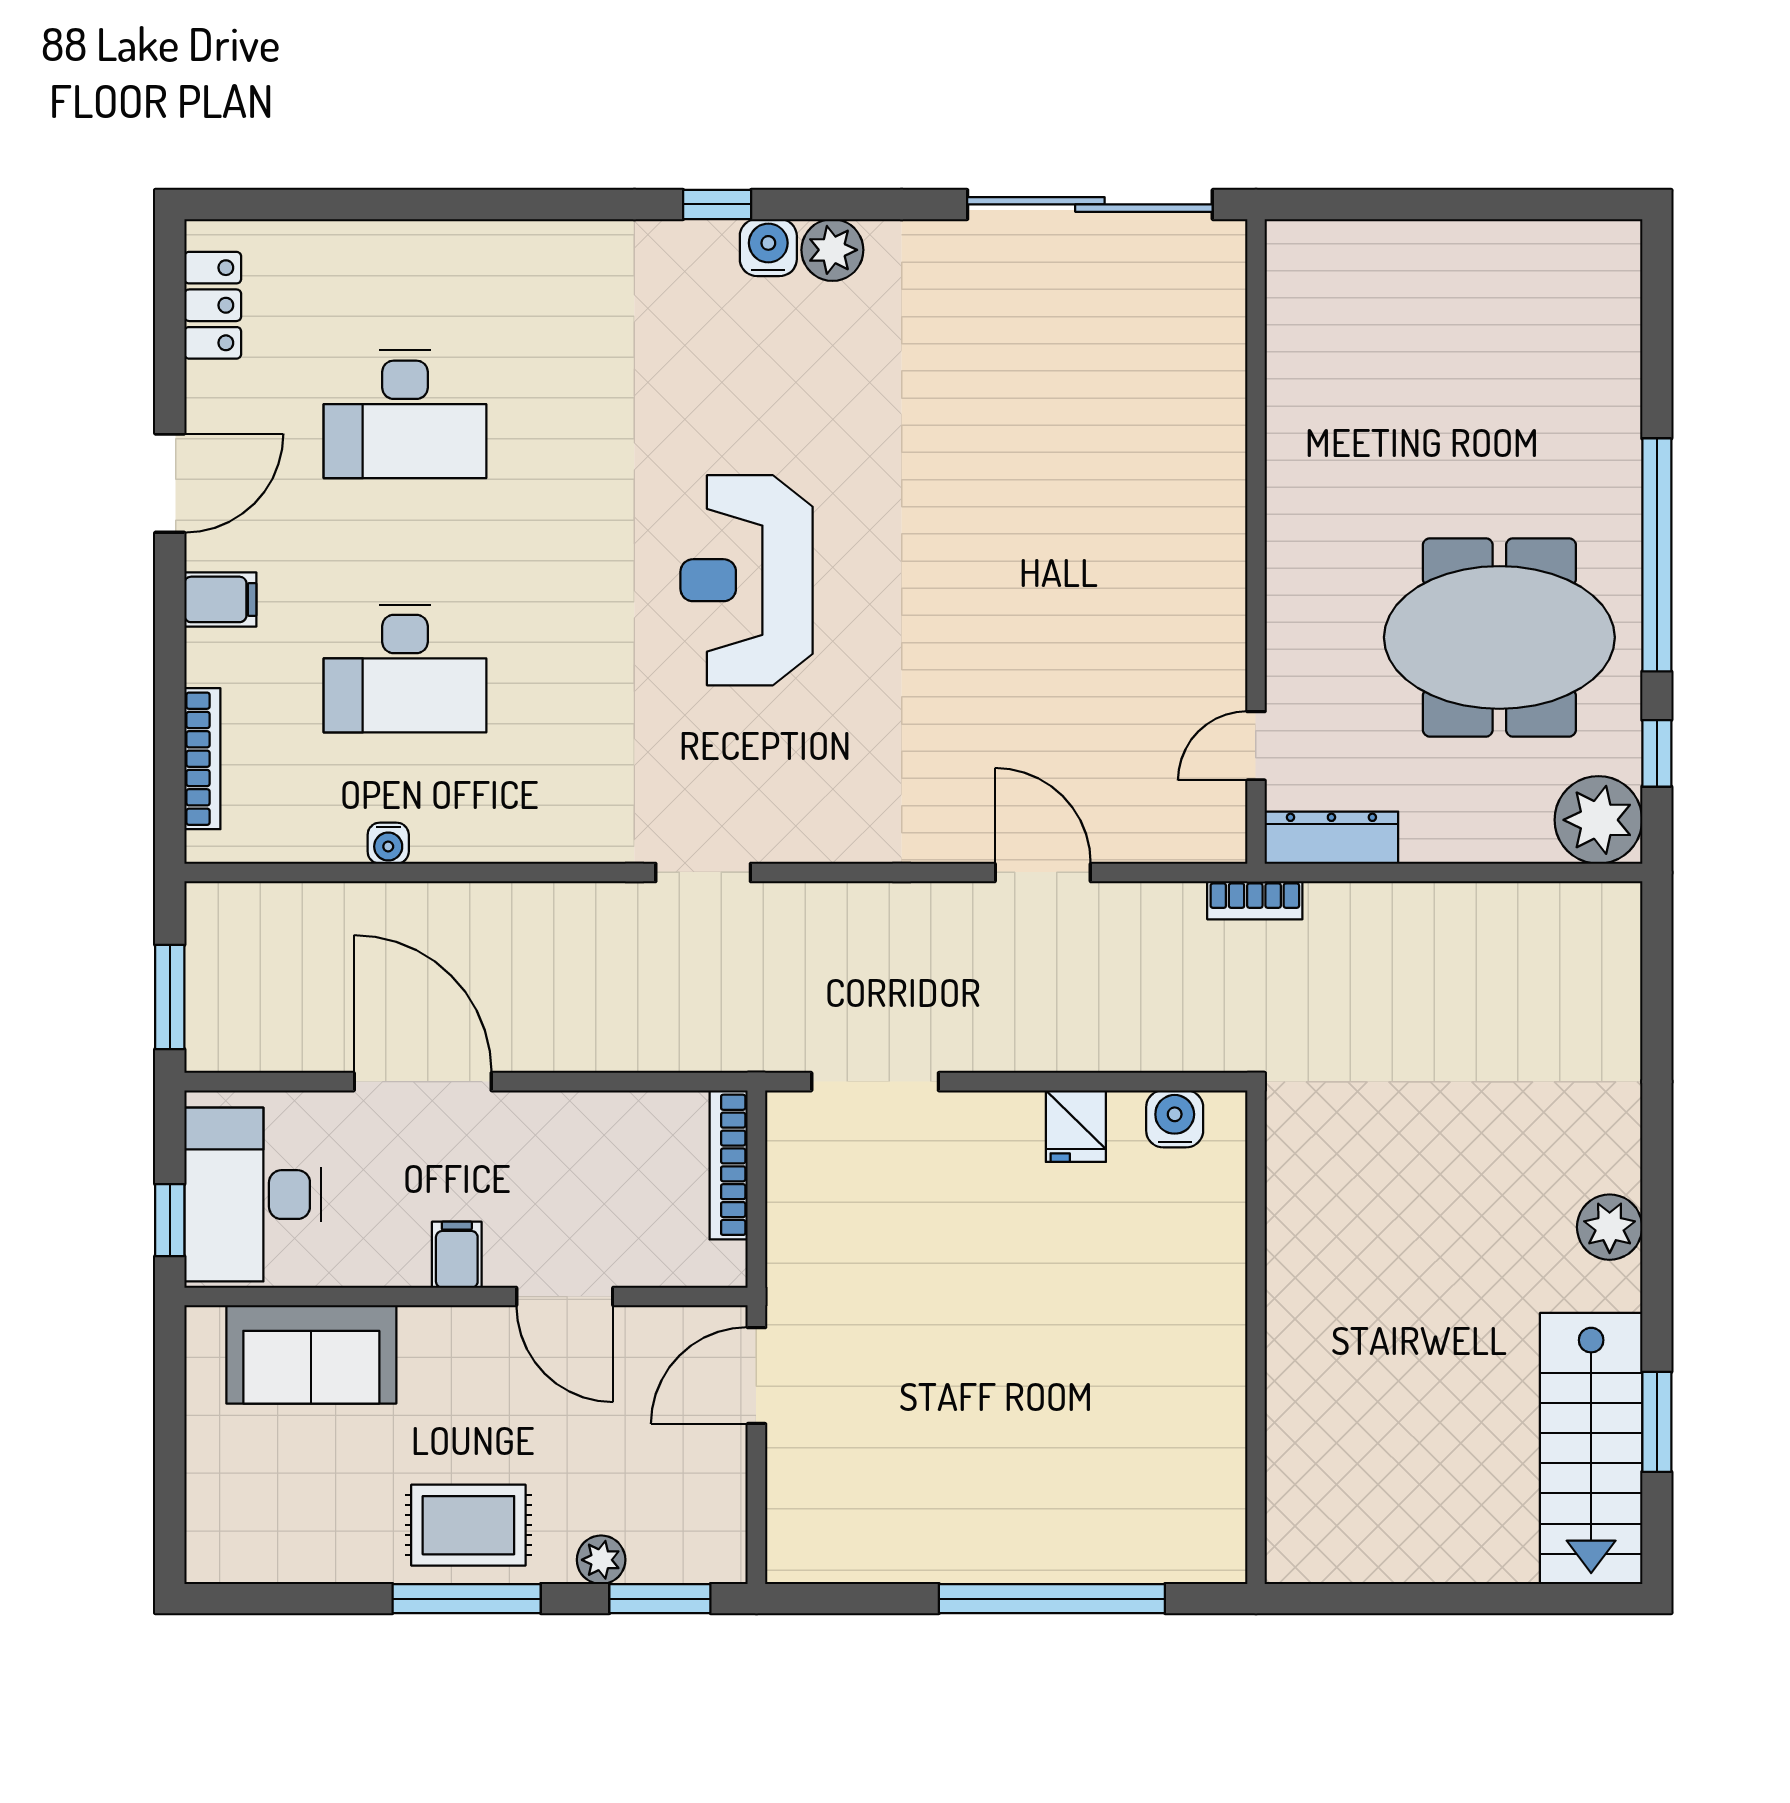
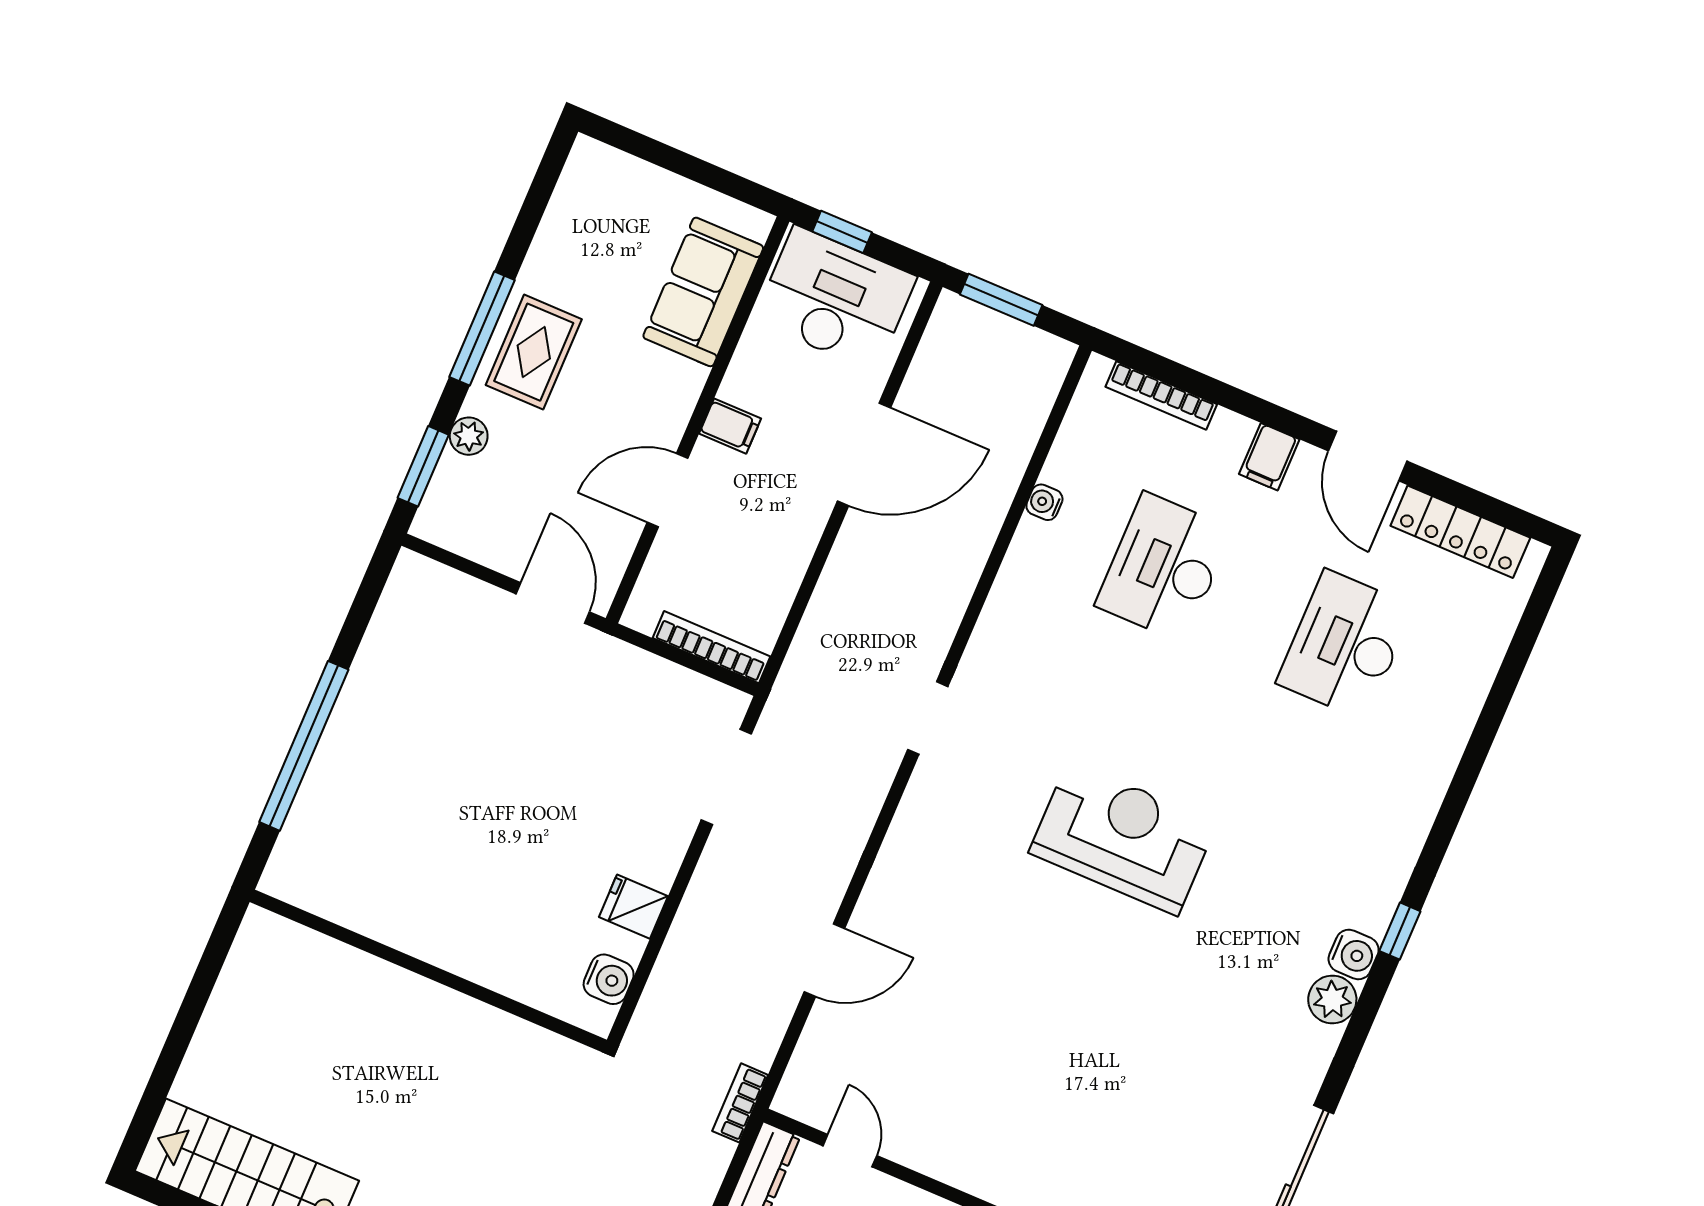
locker: (213, 305) -> (1460, 532), width x1.53

